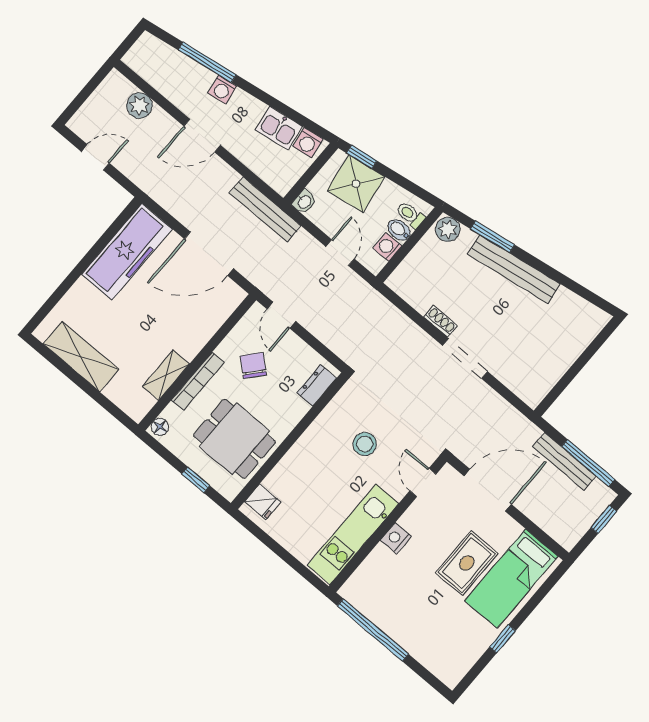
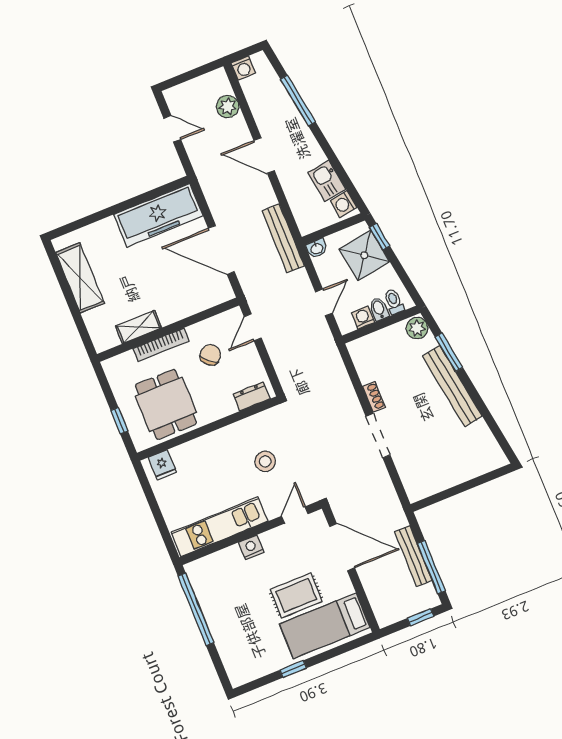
washing machine: (222, 90) -> (243, 68), moved, turned -81
floor lamp: (160, 427) -> (113, 365), removed

